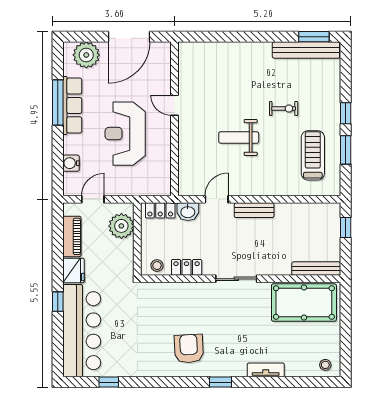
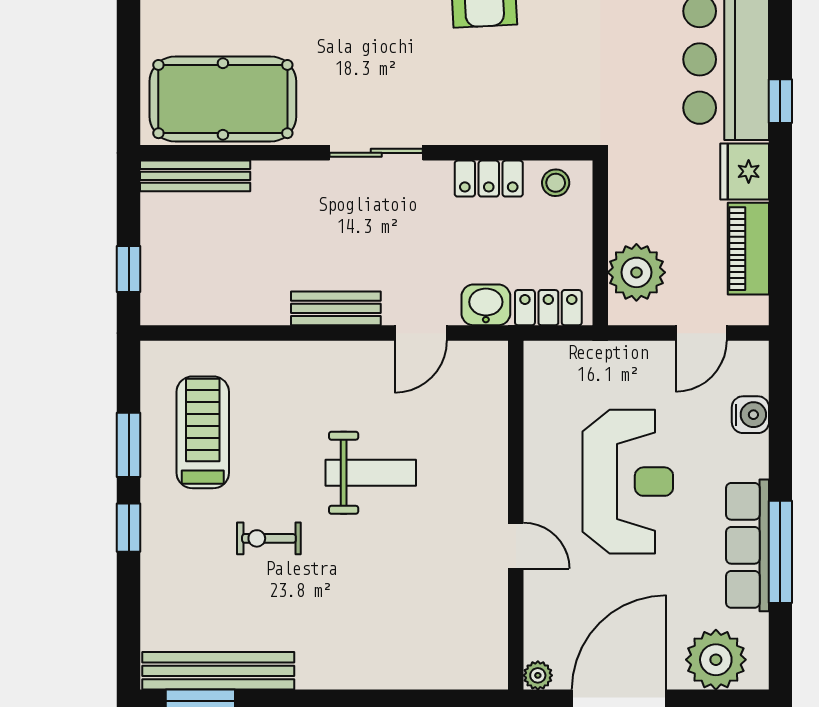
plant: (165, 48) -> (538, 675), added
treadmill: (313, 155) -> (203, 432), turned 180

